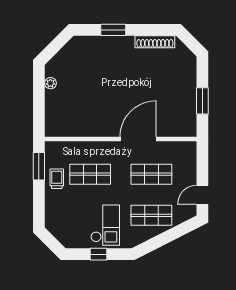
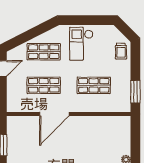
trolley: (57, 179) -> (121, 51), moved
window: (99, 254) -> (87, 20), removed

